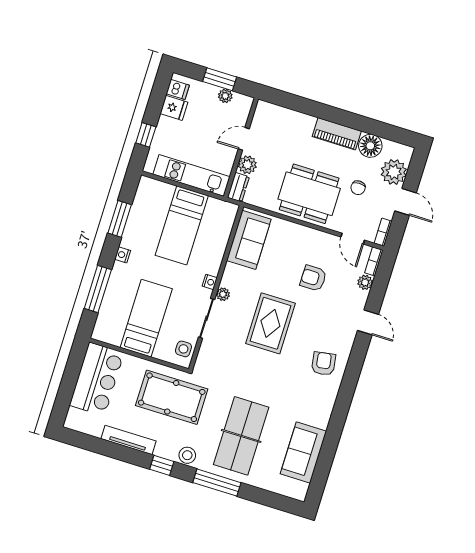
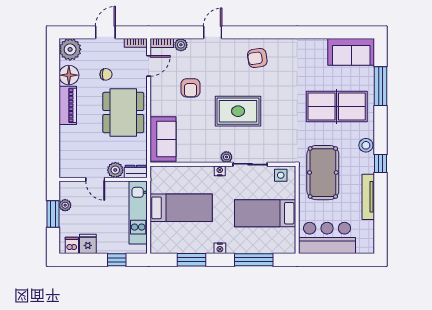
plant: (394, 172) -> (70, 49), moved
sofa: (249, 240) -> (163, 139), moved, turned 90
sofa: (303, 452) -> (351, 52), moved
window: (217, 483) -> (381, 86), moved

